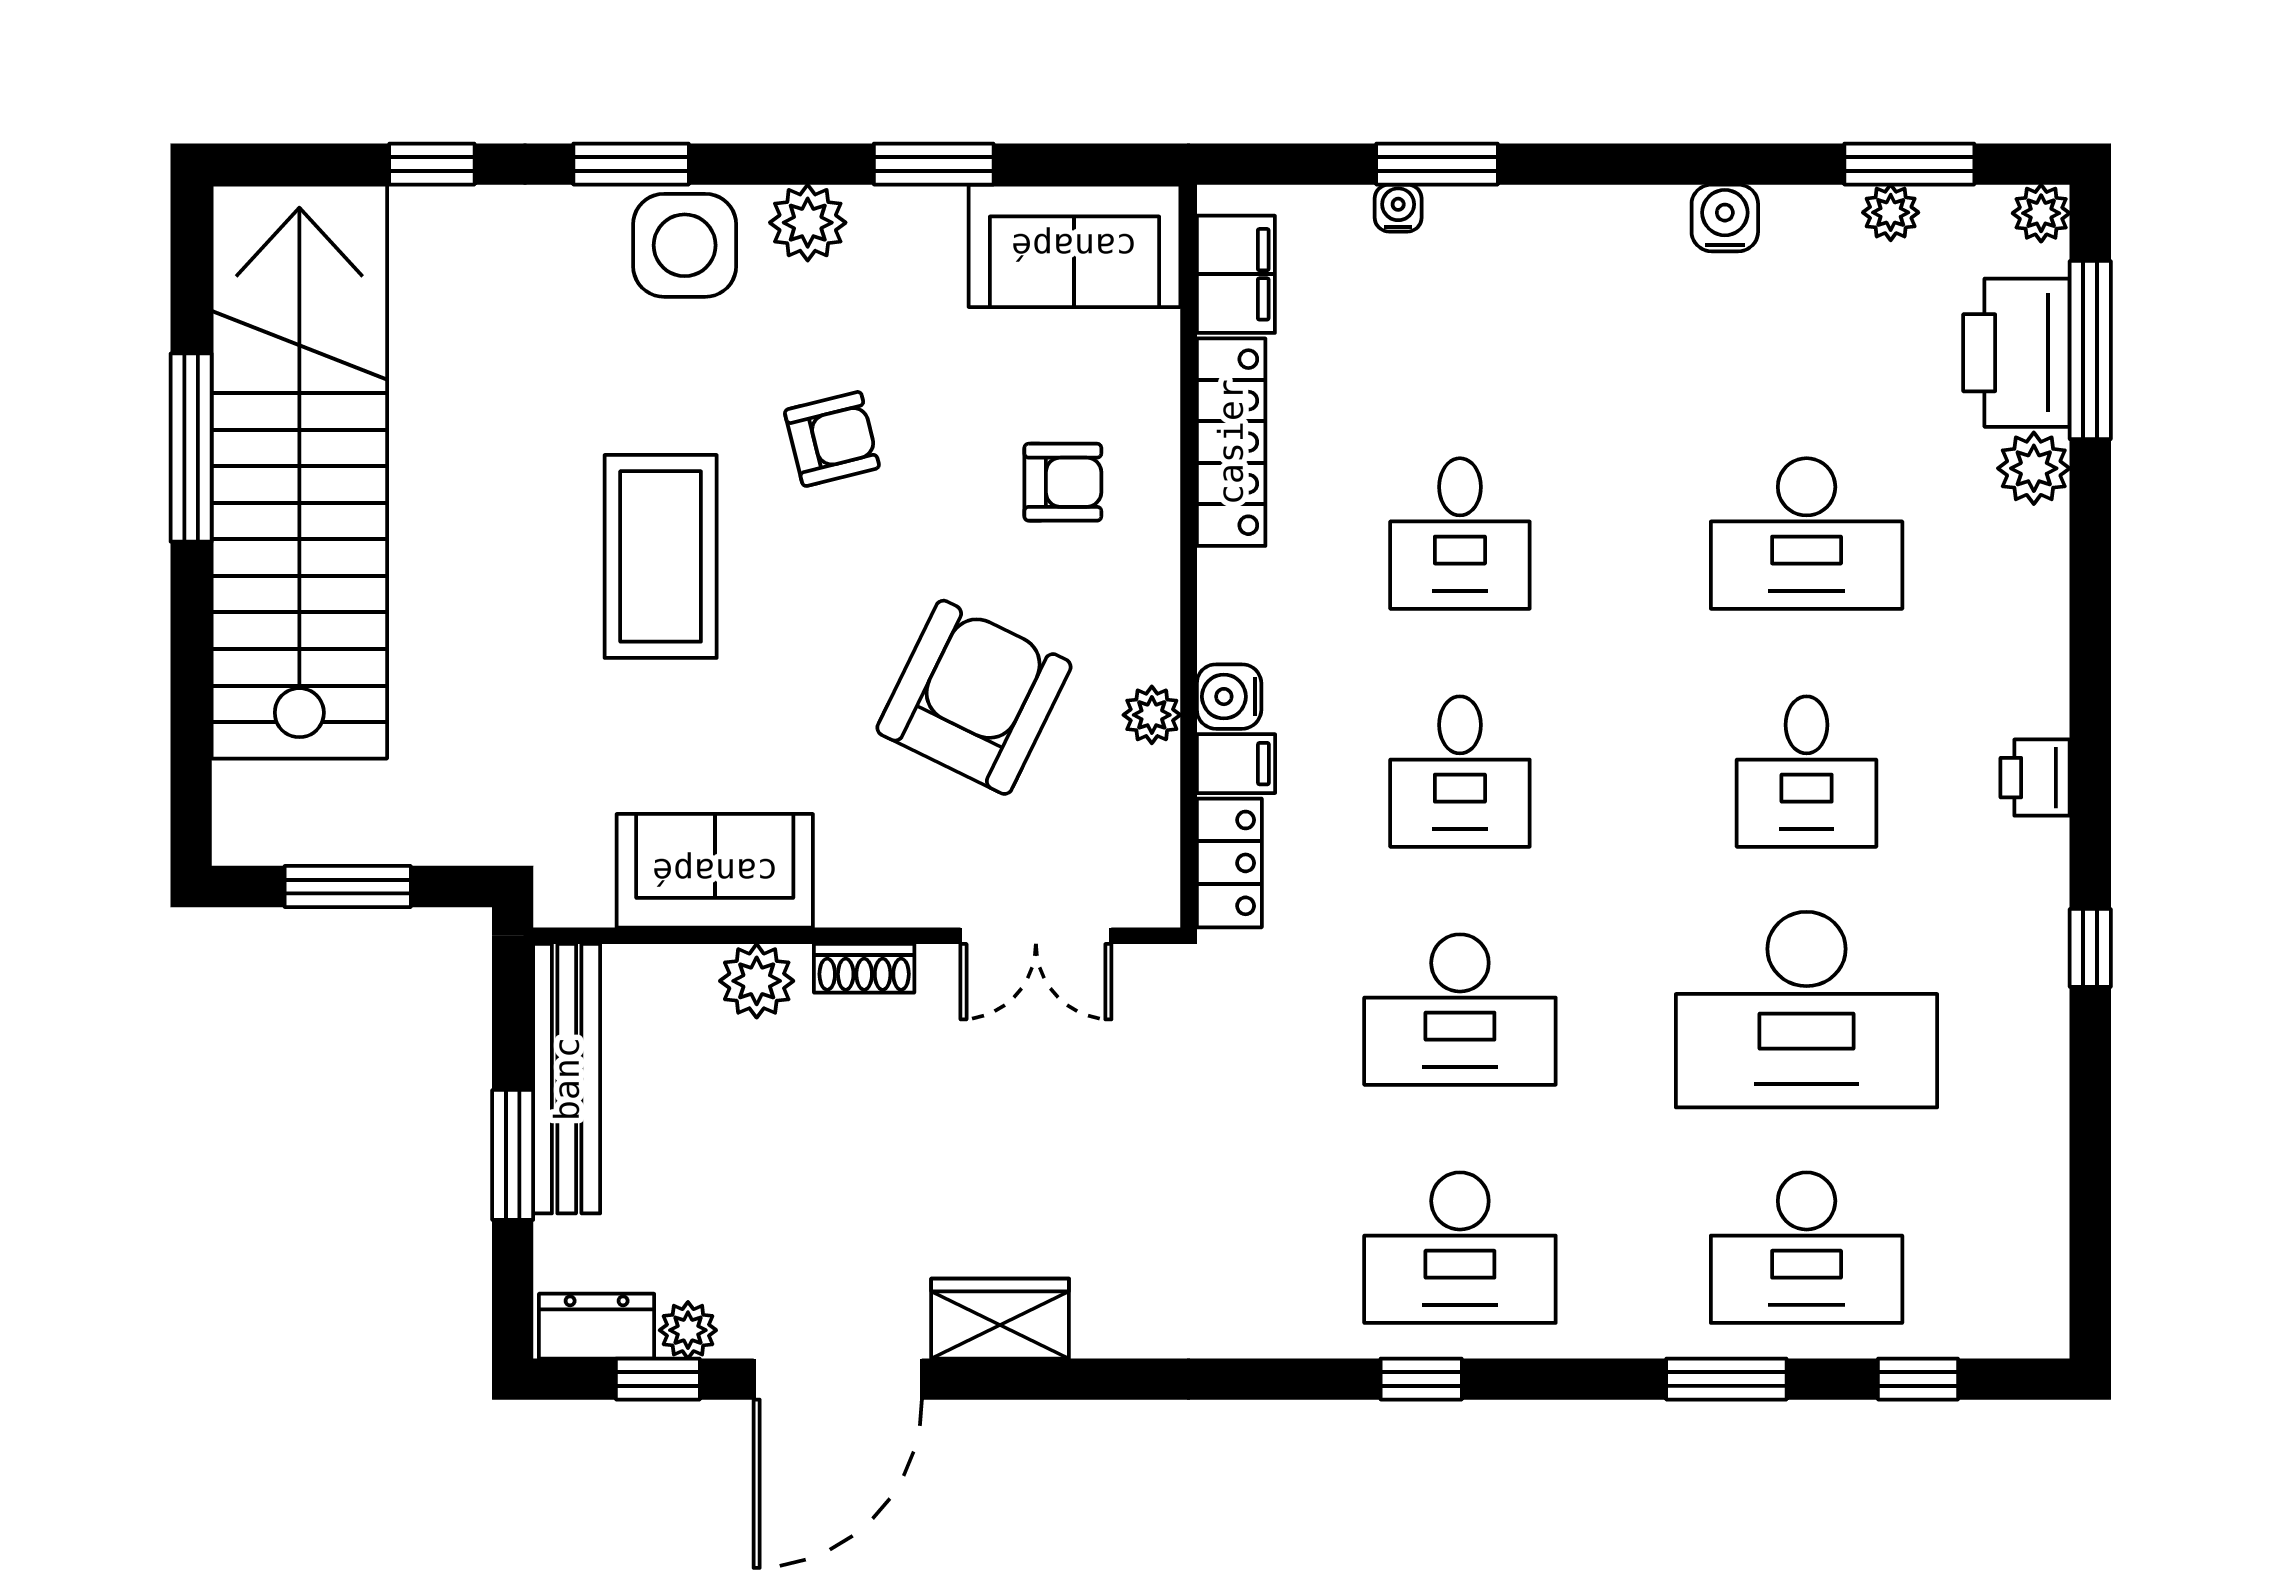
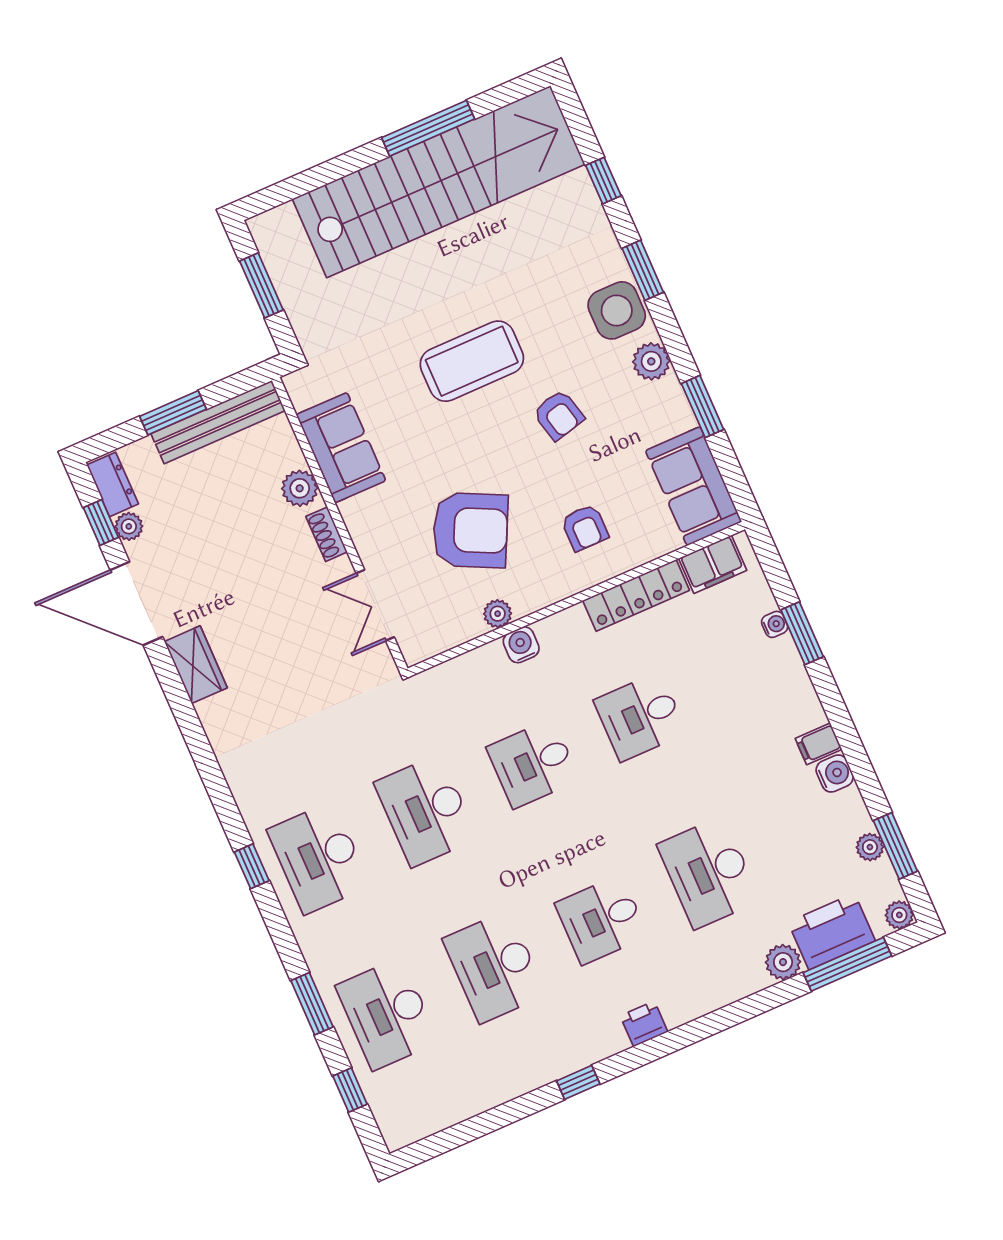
filing cabinet: (1236, 764) -> (819, 744), moved, turned 90
locker: (1229, 863) -> (446, 678), removed
desk: (1807, 1010) -> (494, 967), width x0.73, depth x0.77

